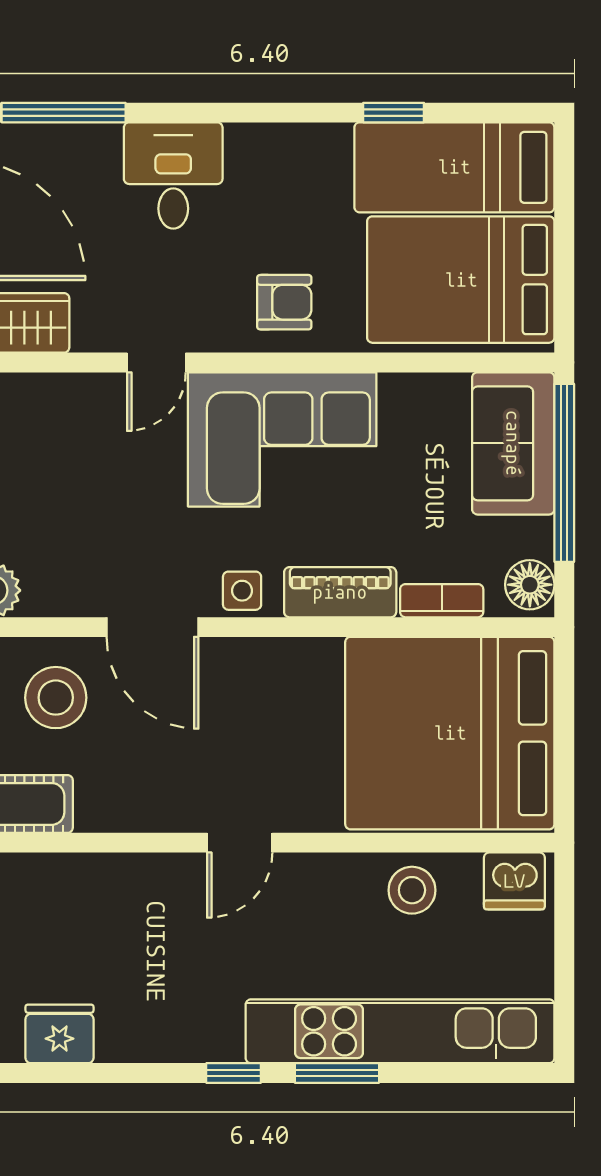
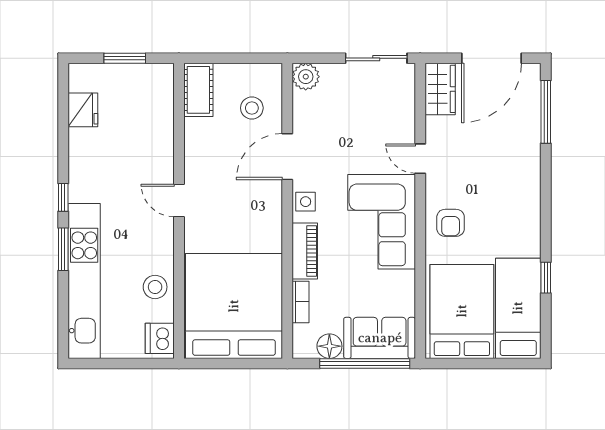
desk: (173, 176) -> (514, 167), removed
floor lamp: (530, 585) -> (329, 346), moved
stool: (56, 698) -> (252, 108), width x0.73, depth x0.73

